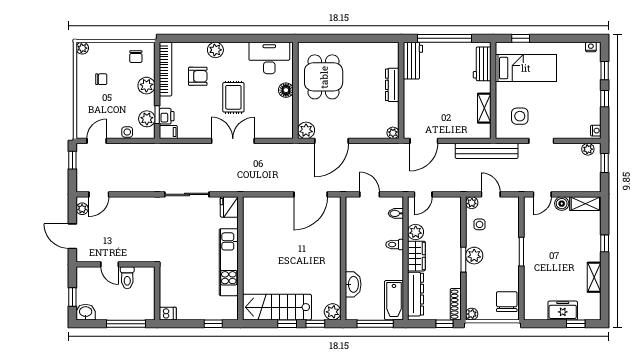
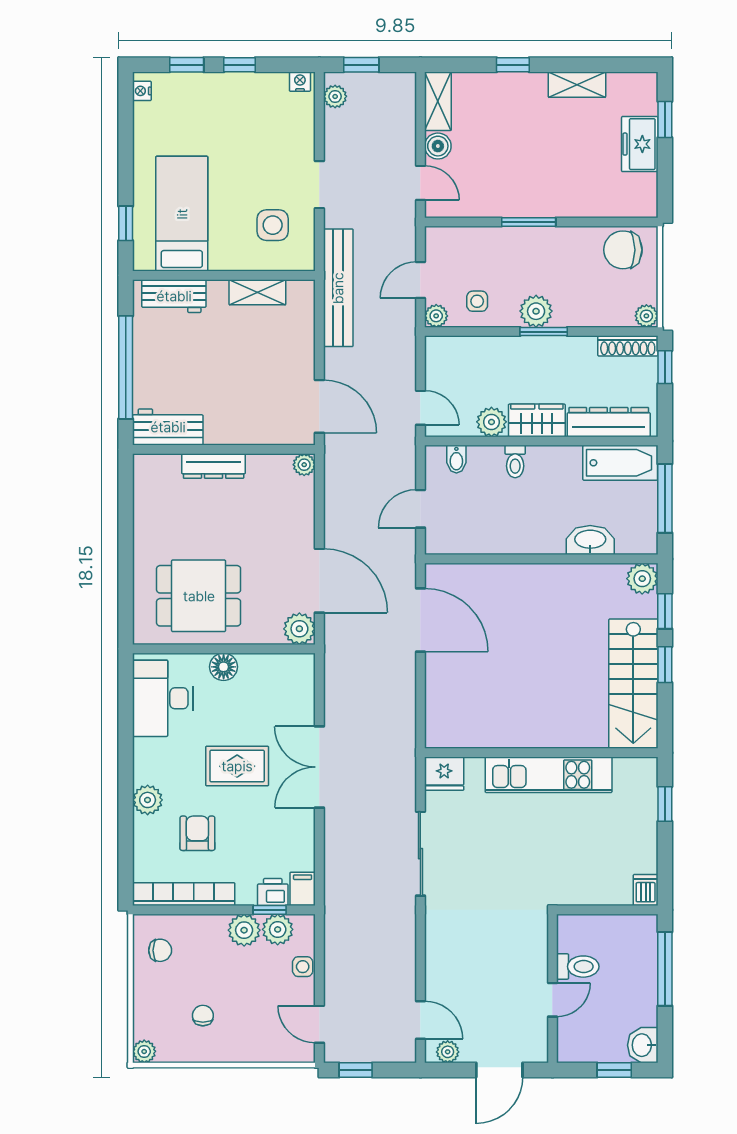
plant: (146, 86) -> (244, 930), moved

